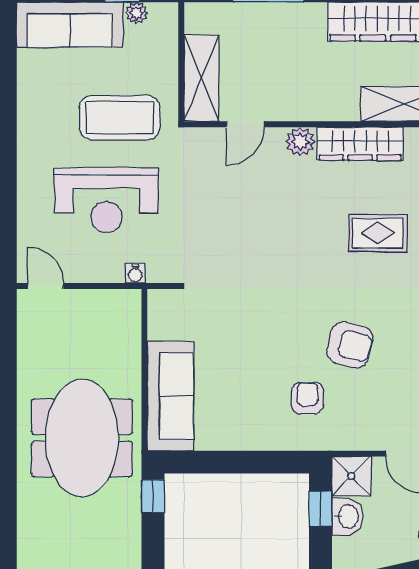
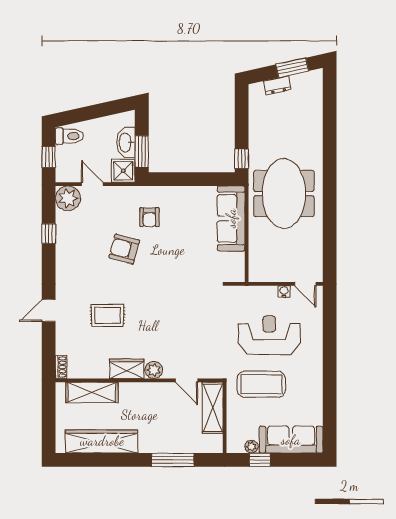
door: (245, 124) -> (187, 380), swing flipped
wardrobe: (360, 144) -> (127, 369), width x0.67
water cooler: (135, 273) -> (284, 291), moved
window: (320, 509) -> (142, 151), width x1.50
washbasin: (347, 516) -> (126, 143), width x1.38

